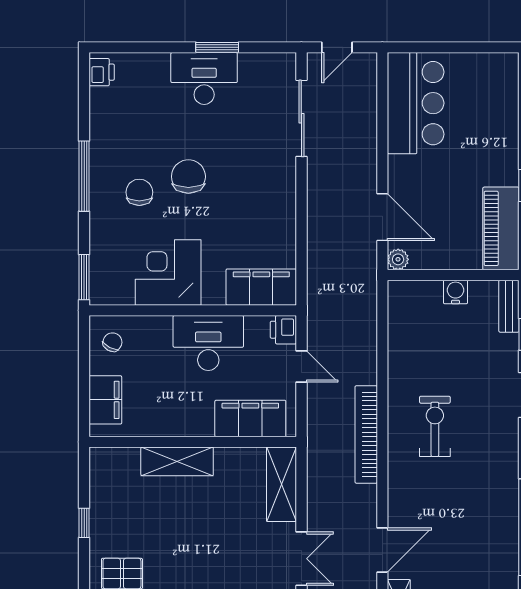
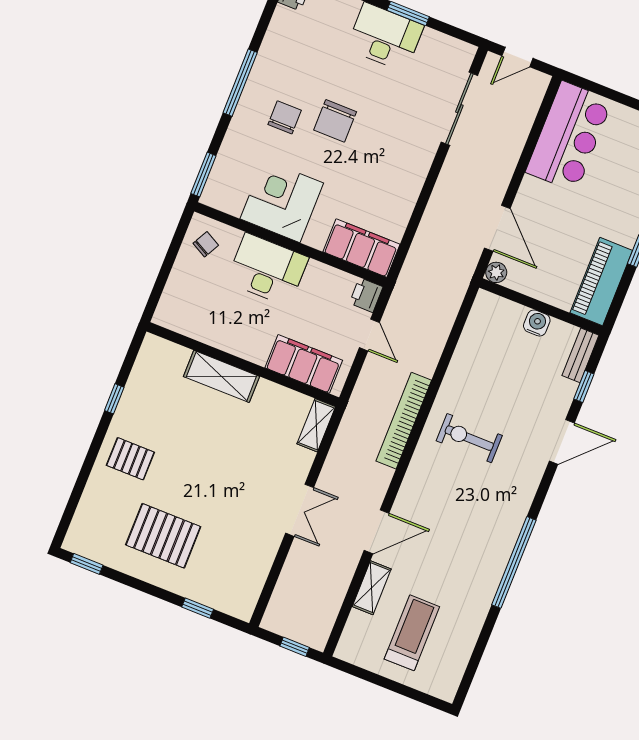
chair: (188, 177) -> (335, 121), turned 180
desk: (208, 343) -> (267, 270), moved
filing cabinet: (105, 400) -> (178, 294), removed
exercise bike: (435, 426) -> (469, 438), turned -90
shelving: (281, 484) -> (316, 425), width x0.67, depth x0.75

